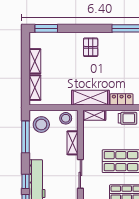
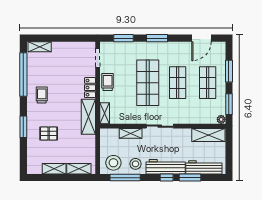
window: (46, 28) -> (23, 127), moved
pallet: (91, 47) -> (49, 134), moved
trolley: (114, 48) -> (42, 95), added
stool: (66, 118) -> (135, 164), moved

